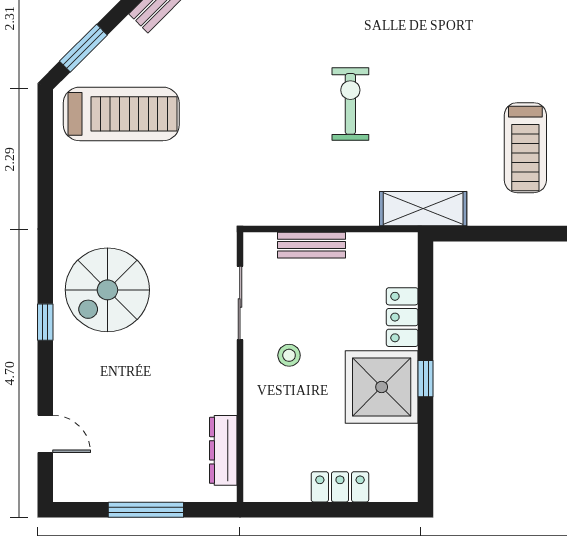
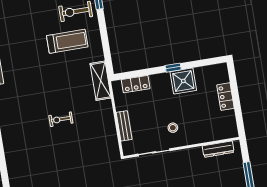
exercise bike: (350, 104) -> (61, 119), width x0.73, depth x0.72
locker: (402, 317) -> (136, 84), moved
shower: (382, 387) -> (183, 81), width x0.73, depth x0.73

